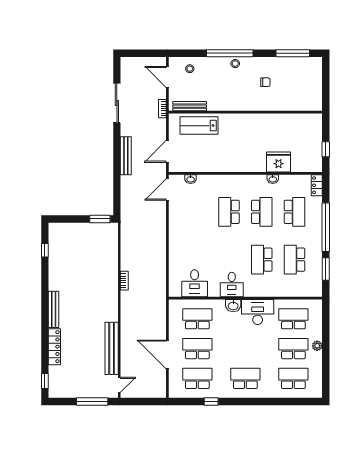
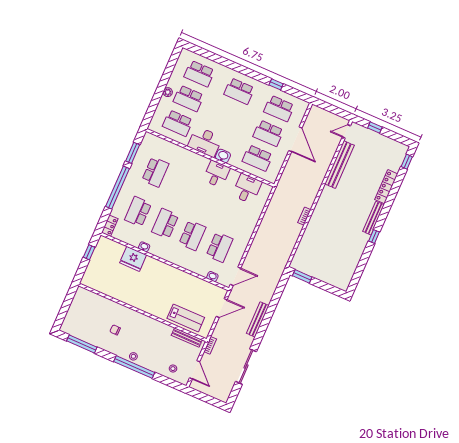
window: (45, 250) -> (374, 236), moved
school desk: (262, 260) -> (220, 247), moved
window: (92, 401) -> (375, 128), width x0.46

